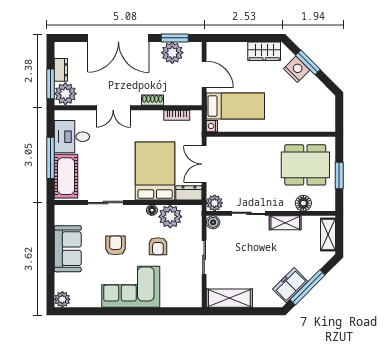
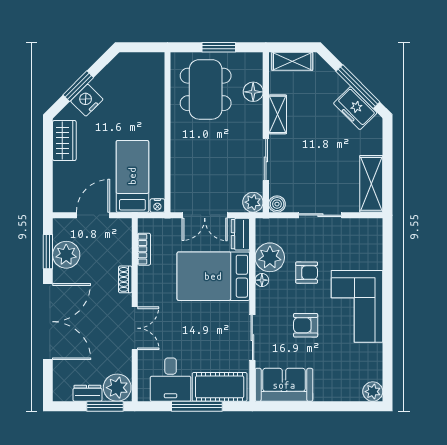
sofa: (68, 249) -> (284, 385), moved

